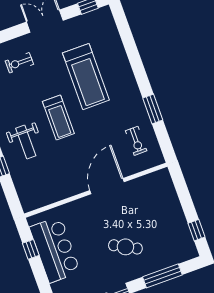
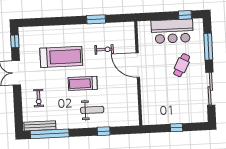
treadmill: (58, 118) -> (83, 83), turned 180
exercise bike: (136, 141) -> (104, 49), moved
window: (31, 249) -> (176, 128), moved
bar counter: (55, 250) -> (172, 31), moved, turned 180

